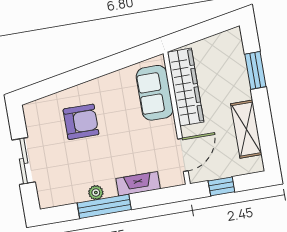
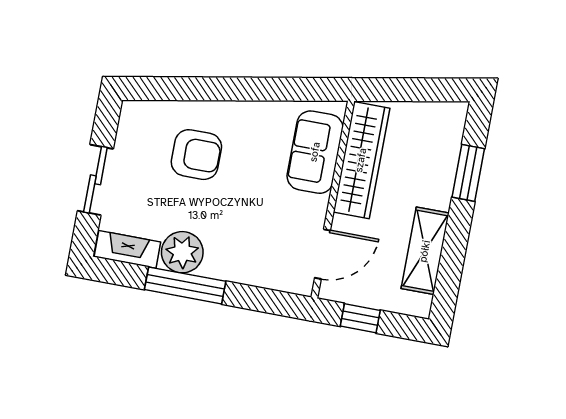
fireplace: (138, 184) -> (127, 249), moved
plant: (96, 193) -> (182, 252), width x1.88, depth x1.88

